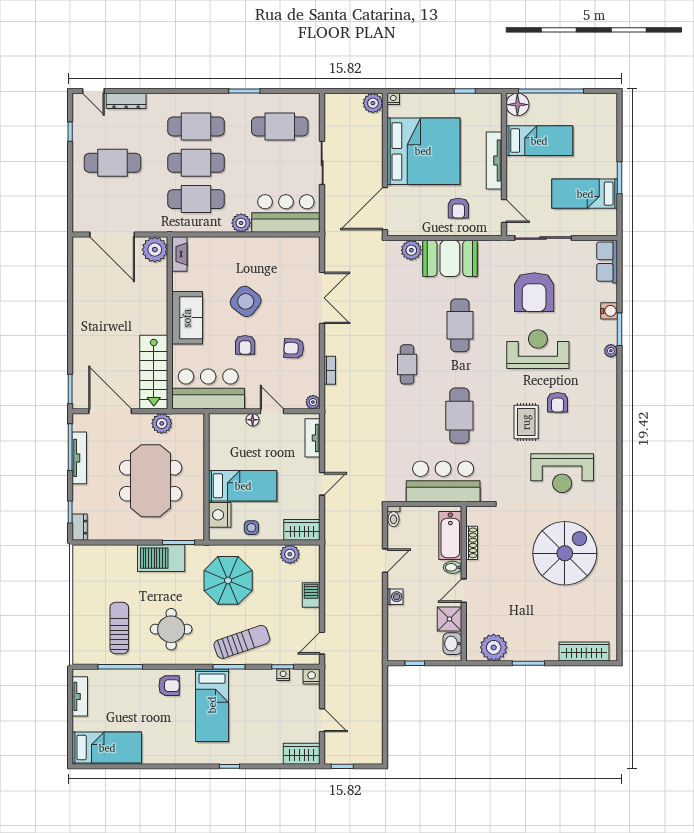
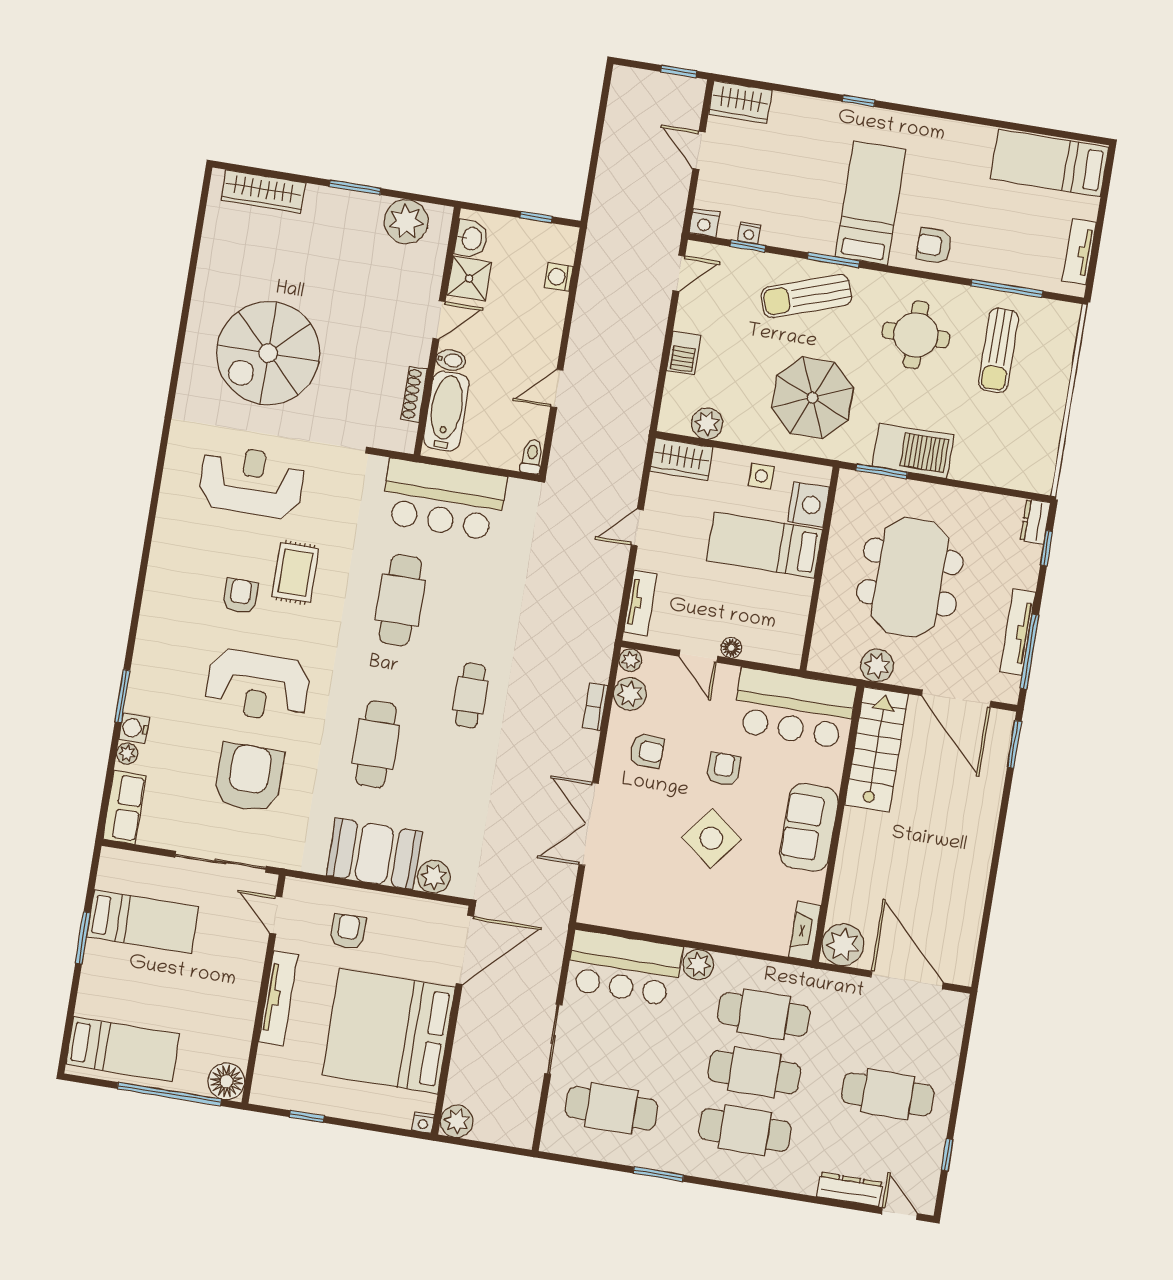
bed: (539, 141) -> (123, 1049), moved, turned 180
plant: (611, 351) -> (127, 754), moved
plant: (310, 381) -> (630, 694), added
washing machine: (395, 597) -> (559, 277), moved

